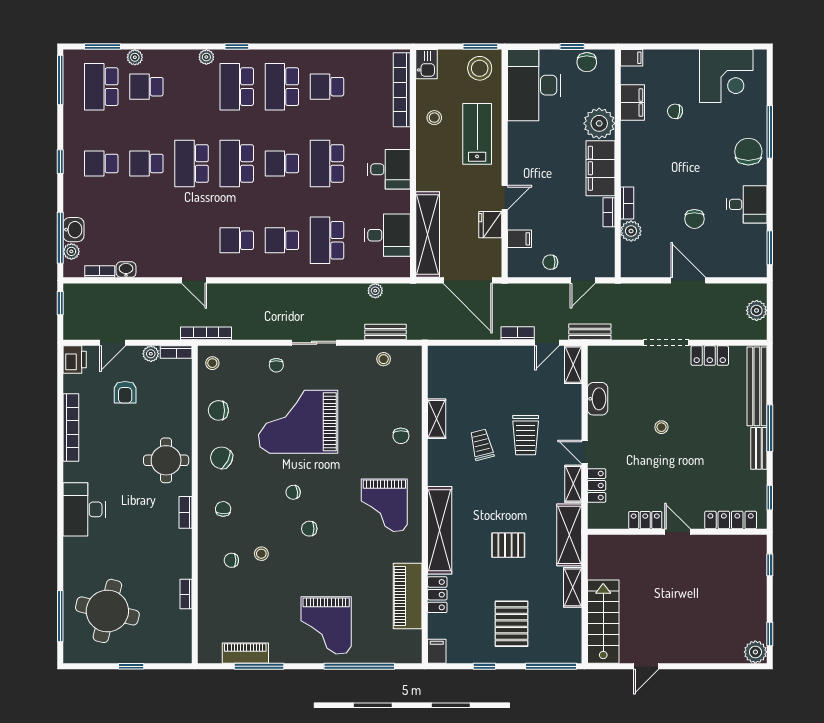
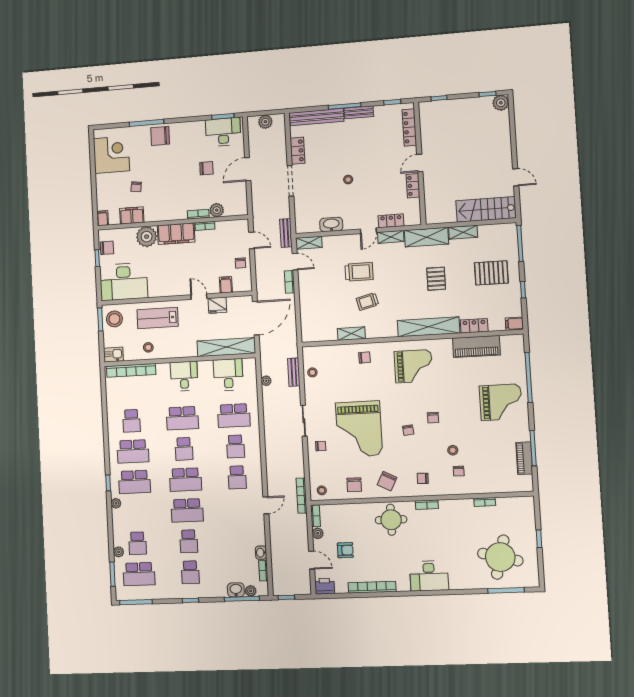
desk: (747, 204) -> (223, 132), moved, width x1.37

